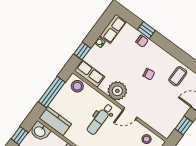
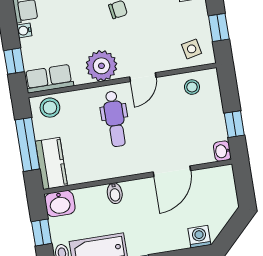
kitchen counter: (55, 121) -> (51, 163), moved, turned 90
side table: (163, 123) -> (192, 49), added

